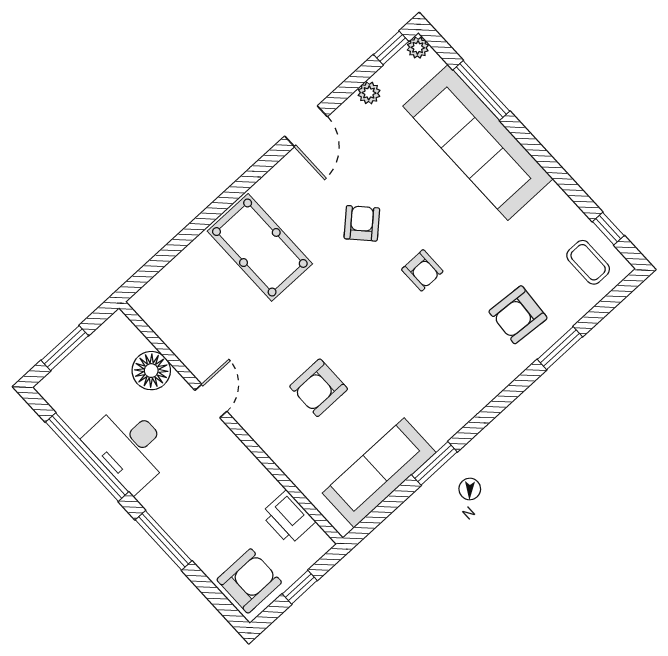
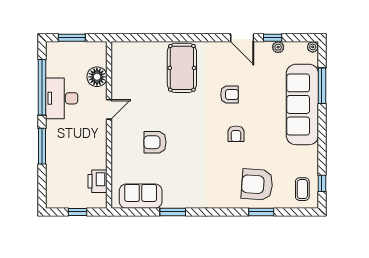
window: (391, 48) -> (273, 38), moved
door: (306, 126) -> (242, 38), hinge flipped
armchair: (362, 223) -> (229, 94), turned 43
armchair: (518, 315) -> (257, 184), width x1.36, depth x1.36
sofa: (379, 473) -> (141, 196), width x0.73
armchair: (249, 581) -> (60, 192), removed

